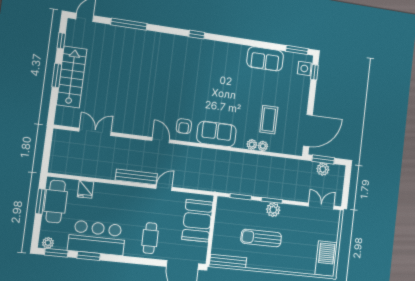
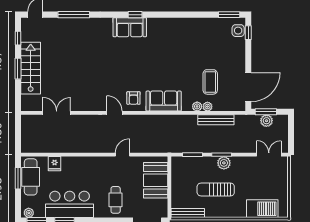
sofa: (265, 59) -> (130, 27), moved
bench: (136, 177) -> (216, 120), moved
barbecue: (326, 259) -> (262, 209), moved, turned 90

